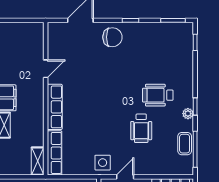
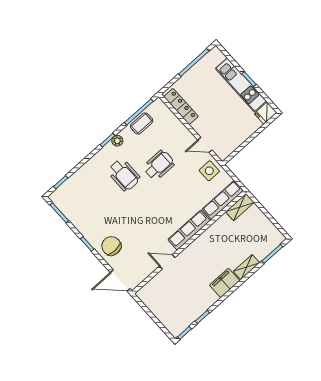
door: (46, 69) -> (167, 262), moved
wall: (46, 99) -> (189, 242), moved
row of seats: (55, 107) -> (189, 230), moved
row of seats: (55, 153) -> (223, 200), moved
shelving: (38, 161) -> (240, 207), moved

